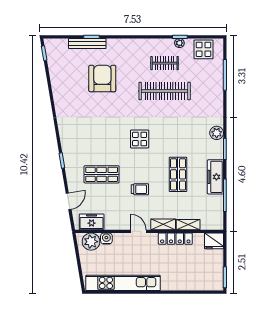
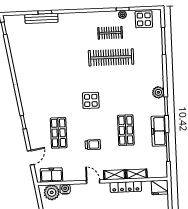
armchair: (102, 78) -> (56, 49), removed
shop shelf: (102, 174) -> (59, 133), turned 90

